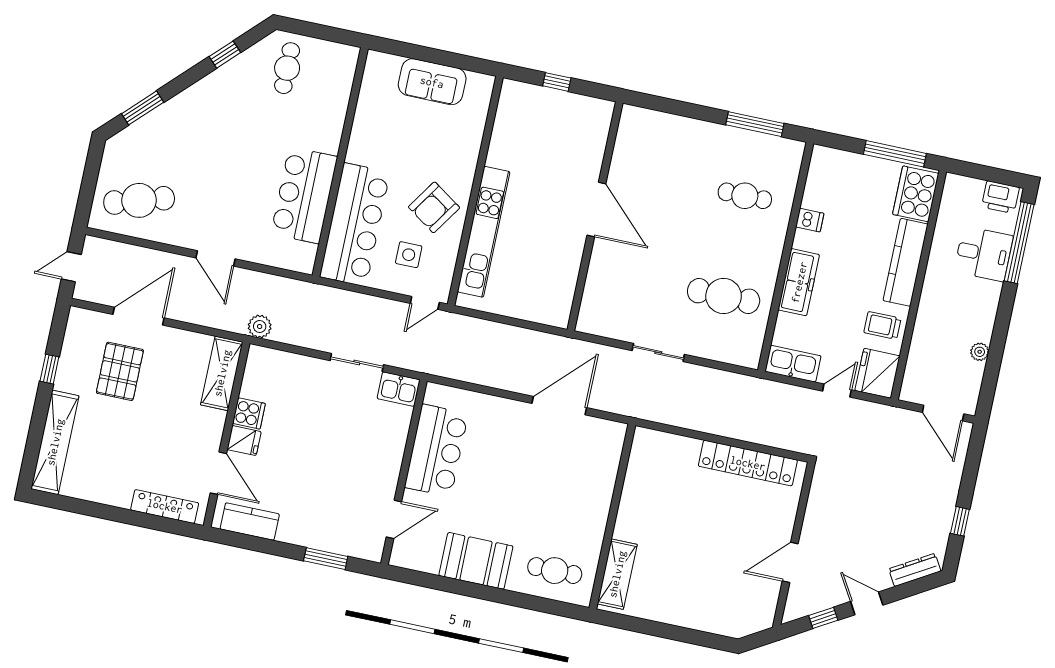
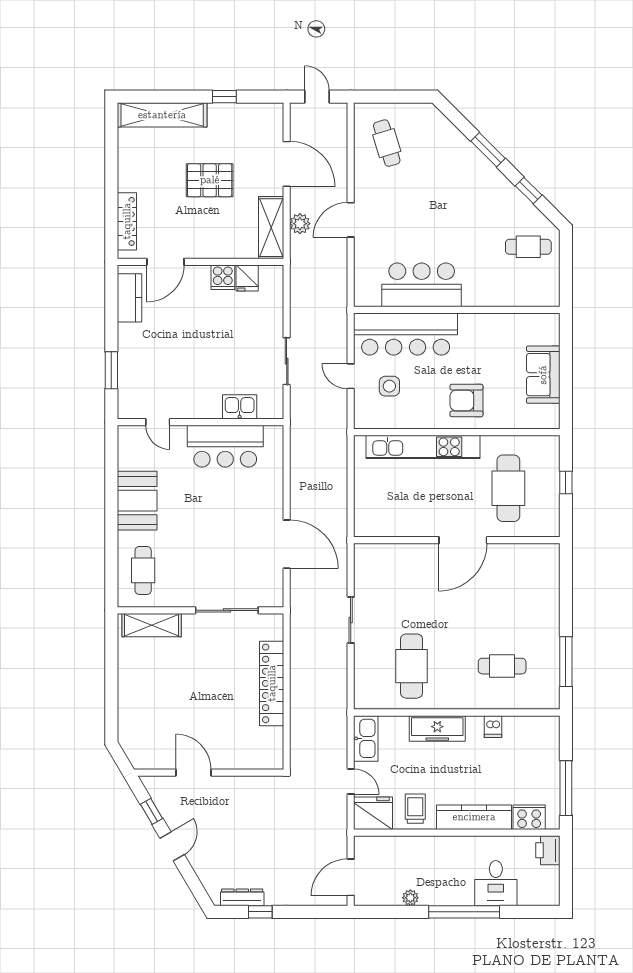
window: (143, 108) -> (488, 150), moved
cafe table: (550, 147) -> (508, 488), added
cooker: (916, 194) -> (529, 817), width x0.73, depth x0.76
cafe table: (745, 196) -> (502, 666), turned 90
printer: (1000, 197) -> (548, 850), moved
cafe table: (139, 200) -> (387, 143), width x0.73, depth x0.74
armchair: (434, 207) -> (466, 400), moved, turned -34
window: (1019, 243) -> (464, 912), moved
door: (425, 303) -> (351, 376), moved
plant: (260, 326) -> (300, 224), moved
pallet: (120, 371) -> (210, 180), moved
shelving: (222, 373) -> (271, 228), moved, turned 90
kitchen sink: (399, 389) -> (240, 407), moved, turned 90
fridge: (244, 441) -> (247, 278), moved
locker: (748, 463) -> (272, 683), moved
sliding door: (619, 487) -> (227, 610), added
door: (394, 519) -> (158, 422), width x0.73
dresser: (915, 570) -> (242, 897), moved, turned -59

